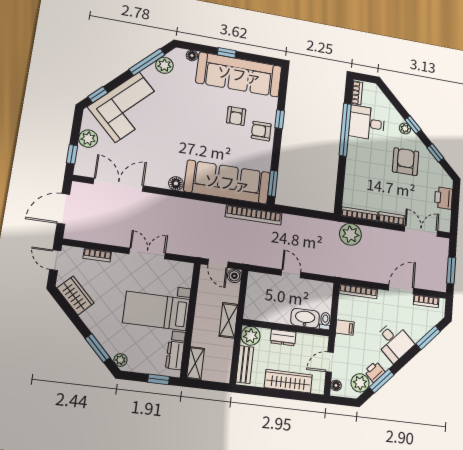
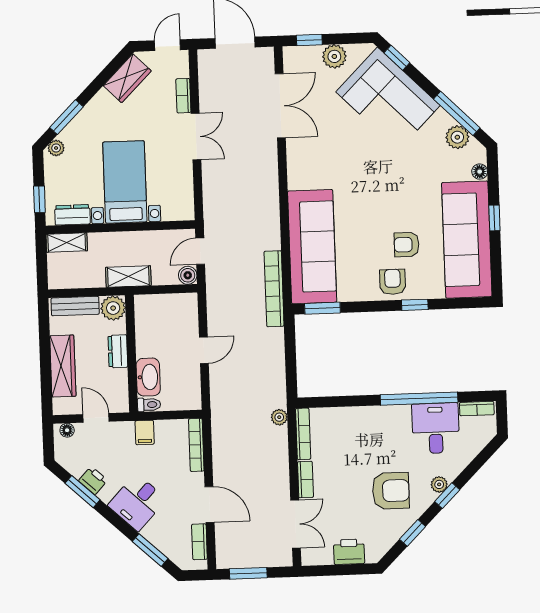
floor lamp: (176, 183) -> (297, 179), removed
plant: (350, 234) -> (279, 417), width x0.53, depth x0.53
double door: (147, 253) -> (196, 136), moved
plant: (360, 383) -> (75, 462), removed

